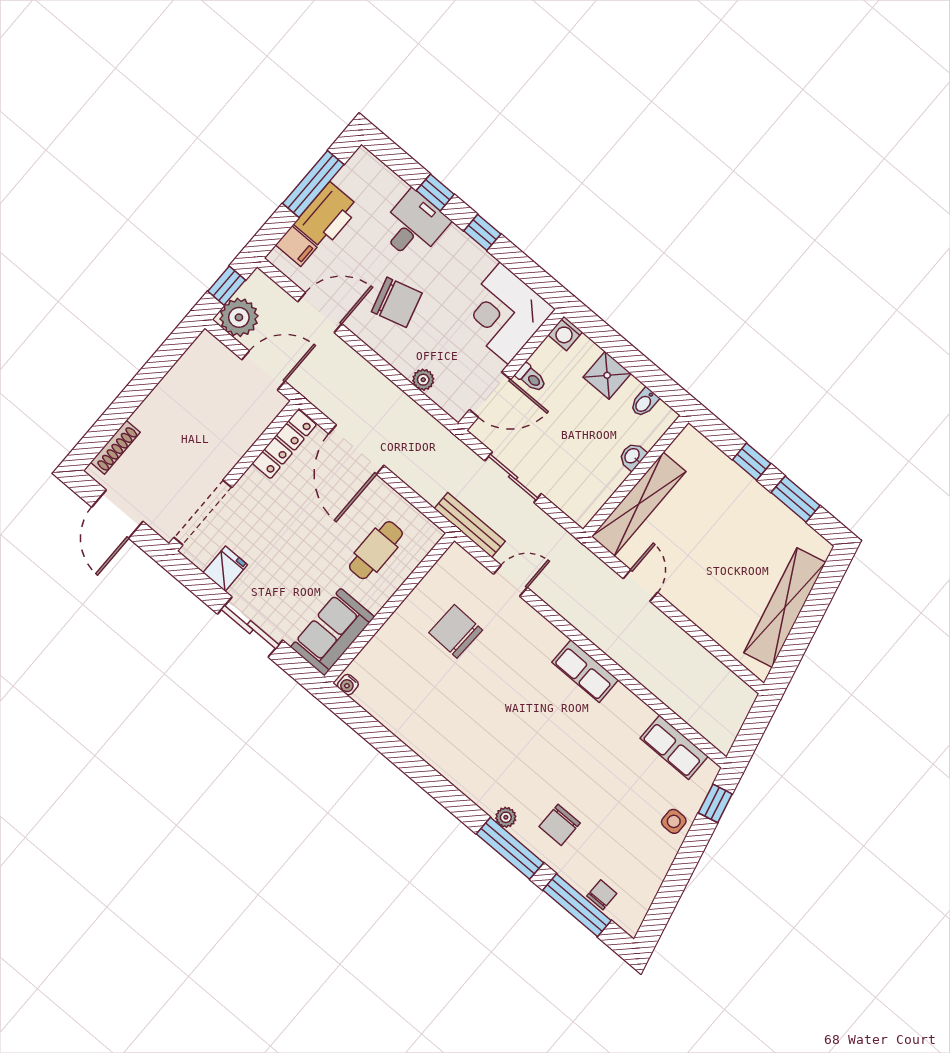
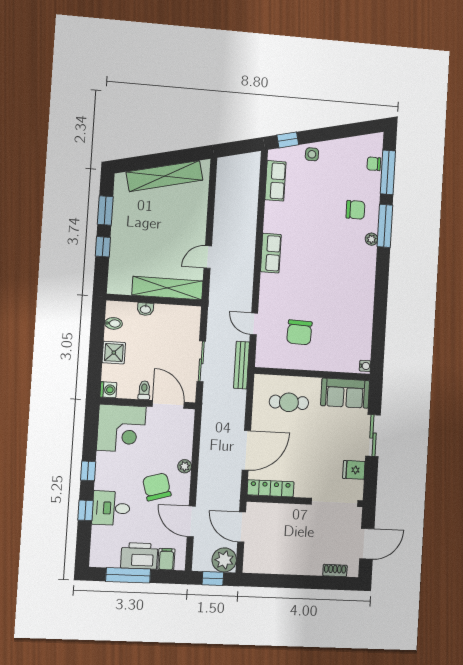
plant: (423, 380) -> (185, 466), moved
shoe rack: (115, 447) -> (335, 571), width x0.70

